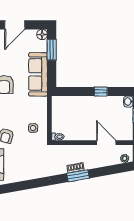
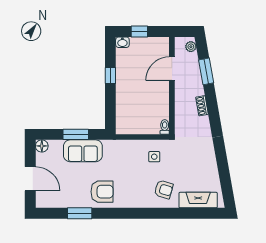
window: (52, 50) -> (76, 134), moved
sofa: (38, 74) -> (83, 151), width x0.73
window: (78, 176) -> (206, 71), moved

